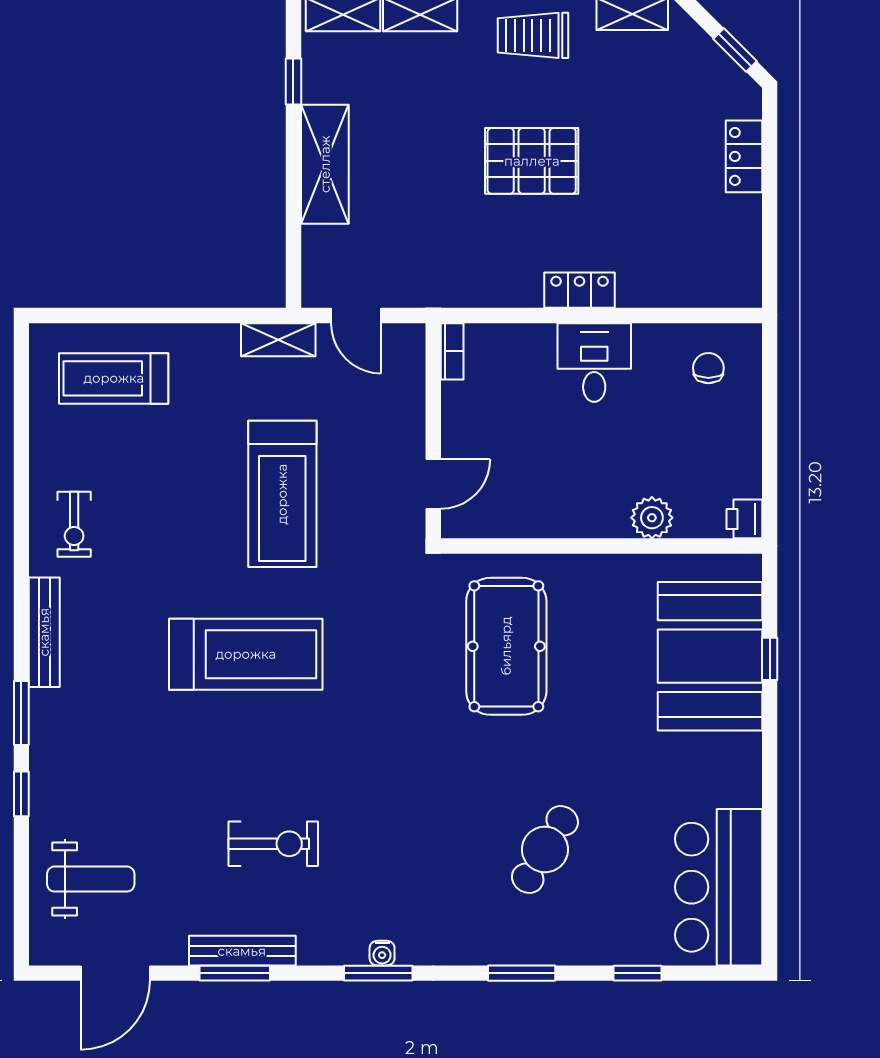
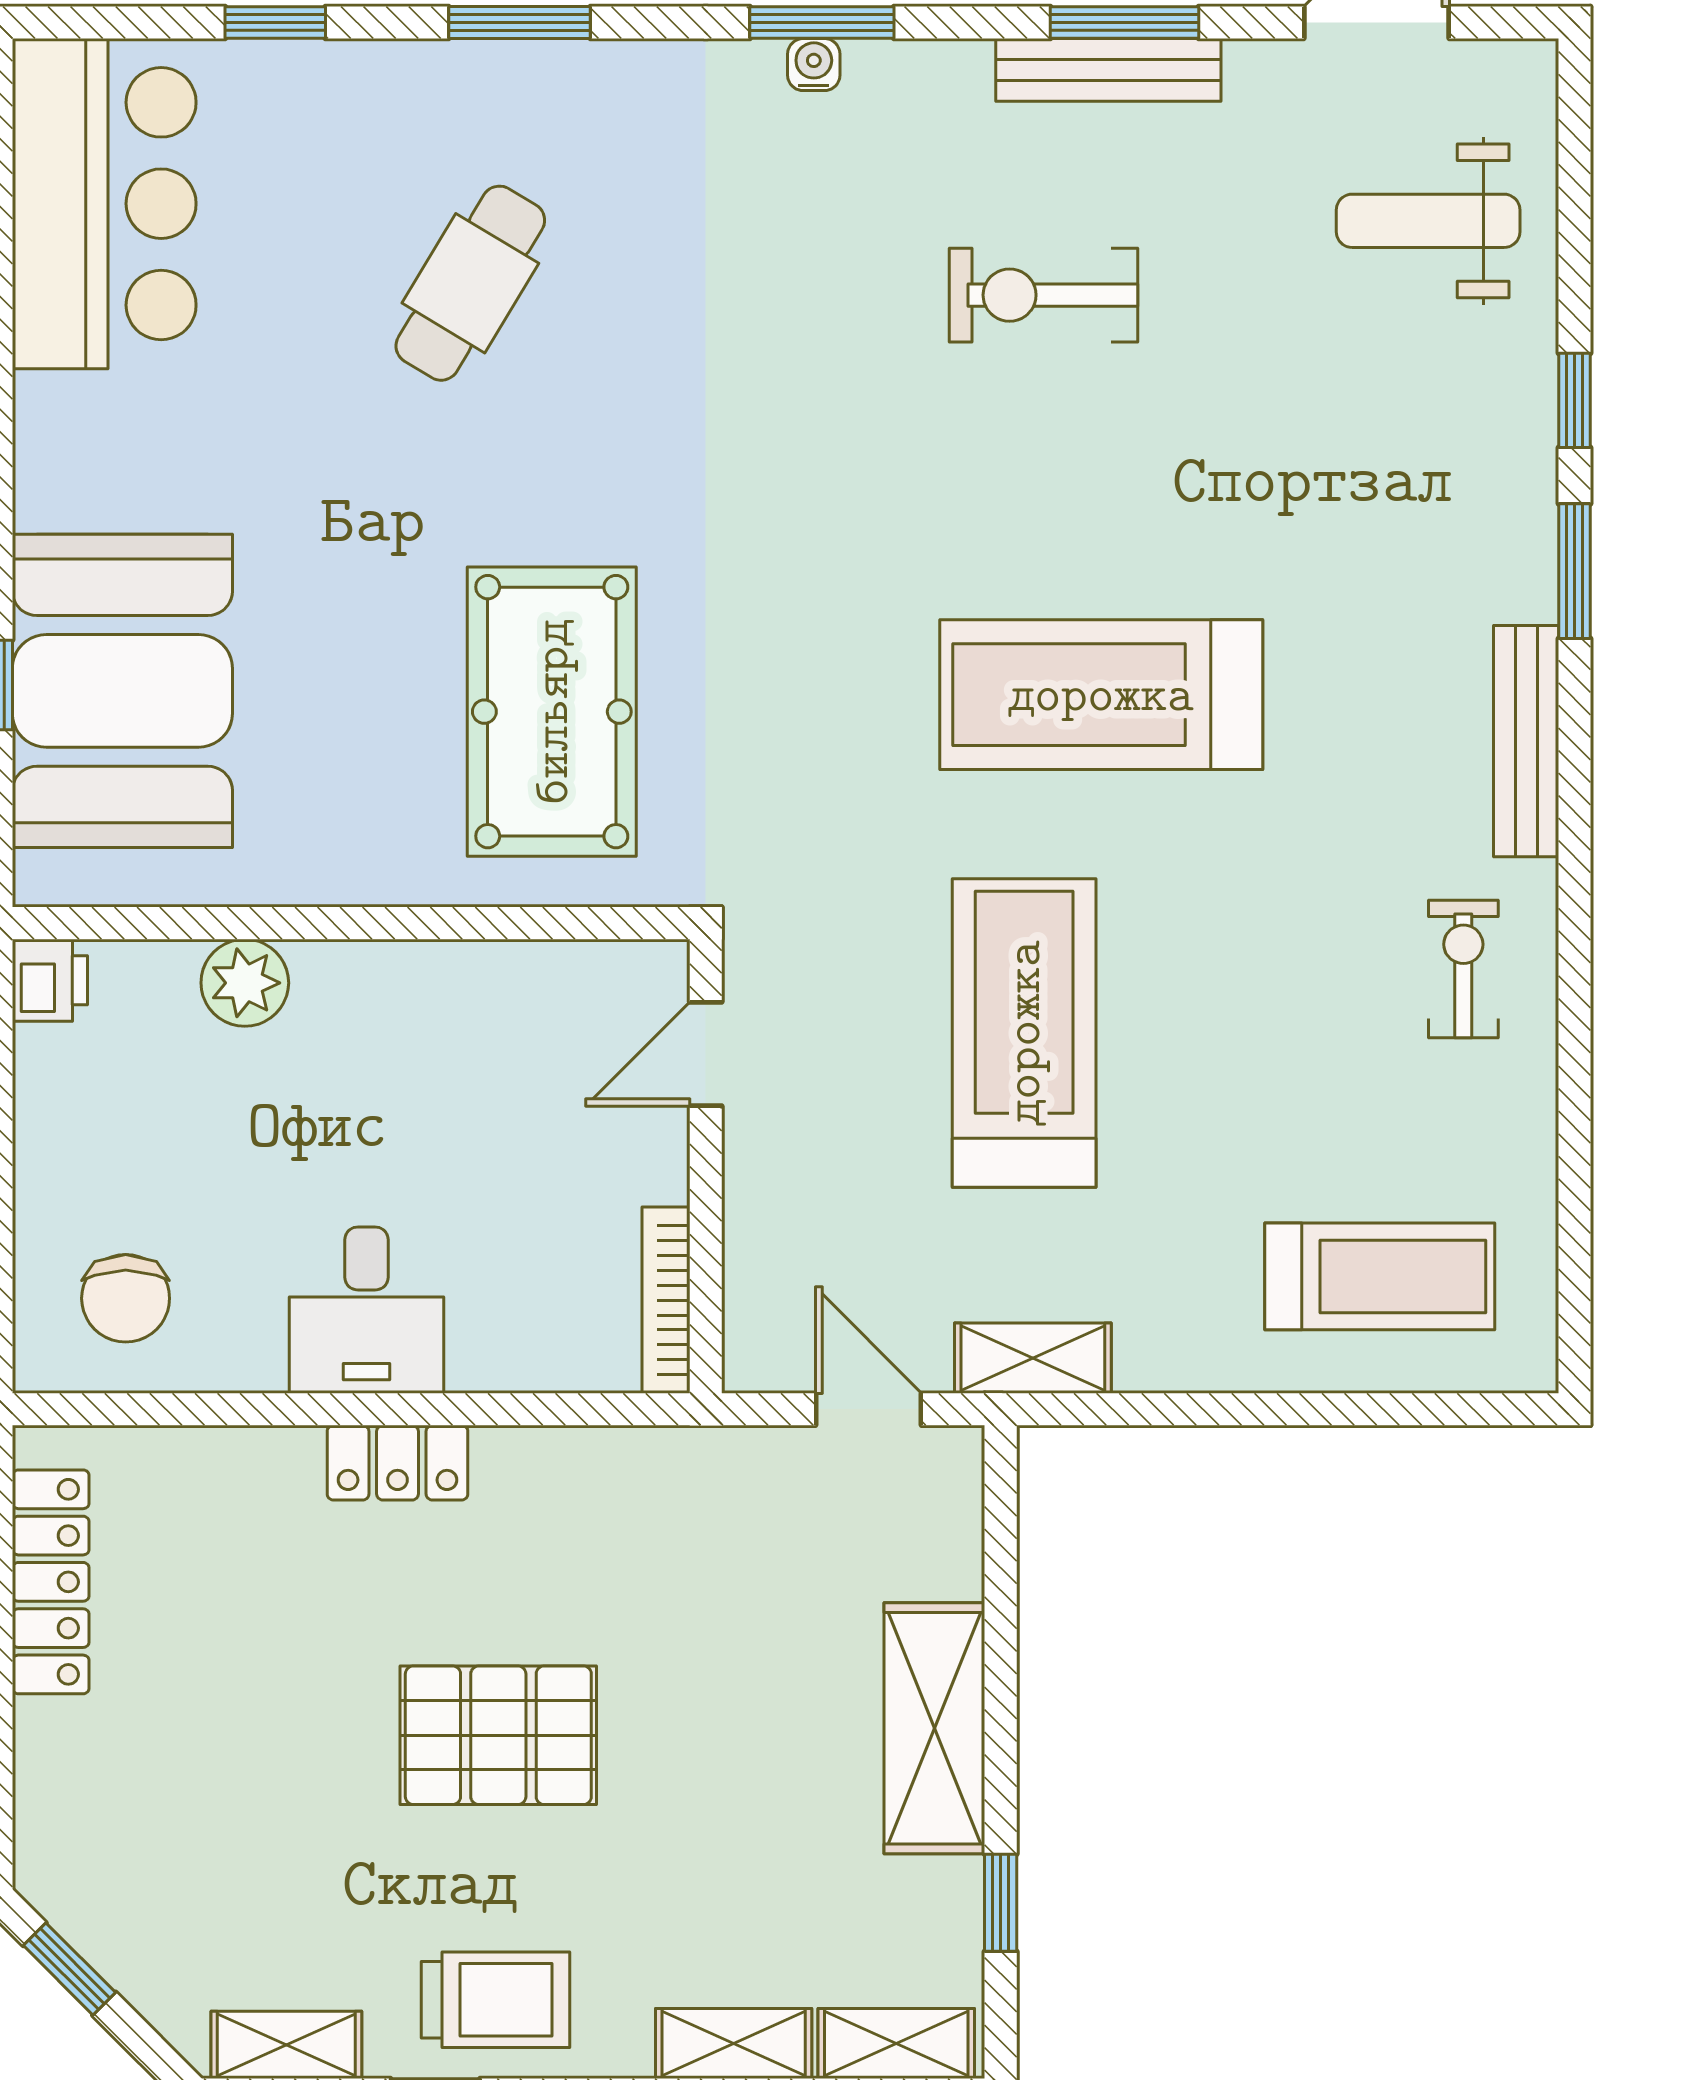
locker: (744, 156) -> (51, 1582), moved, width x1.53
bookcase: (452, 351) -> (666, 1300), width x1.56
chair: (708, 368) -> (126, 1298), width x1.37, depth x1.37

